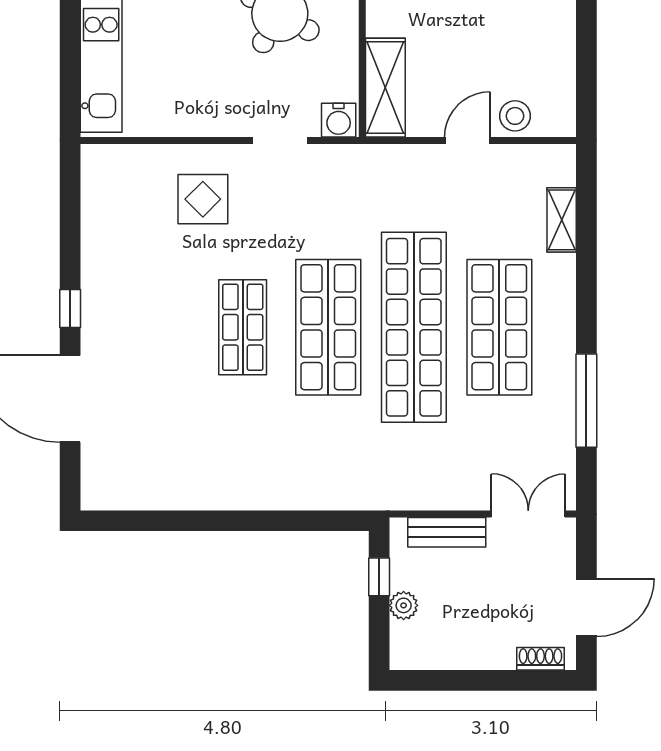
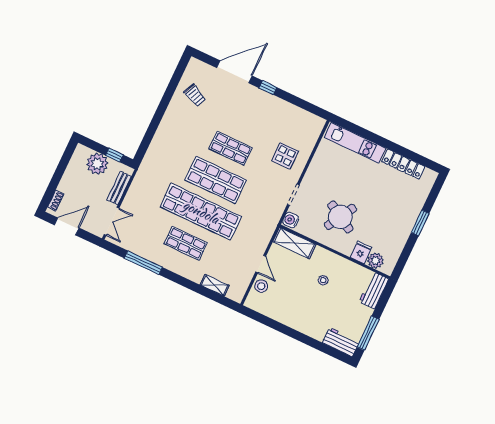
shop shelf: (499, 327) -> (186, 243), width x0.70, depth x0.74
trolley: (163, 462) -> (195, 95), added
plant: (404, 605) -> (97, 164), width x1.87, depth x1.87
door: (586, 608) -> (67, 226), swing flipped

